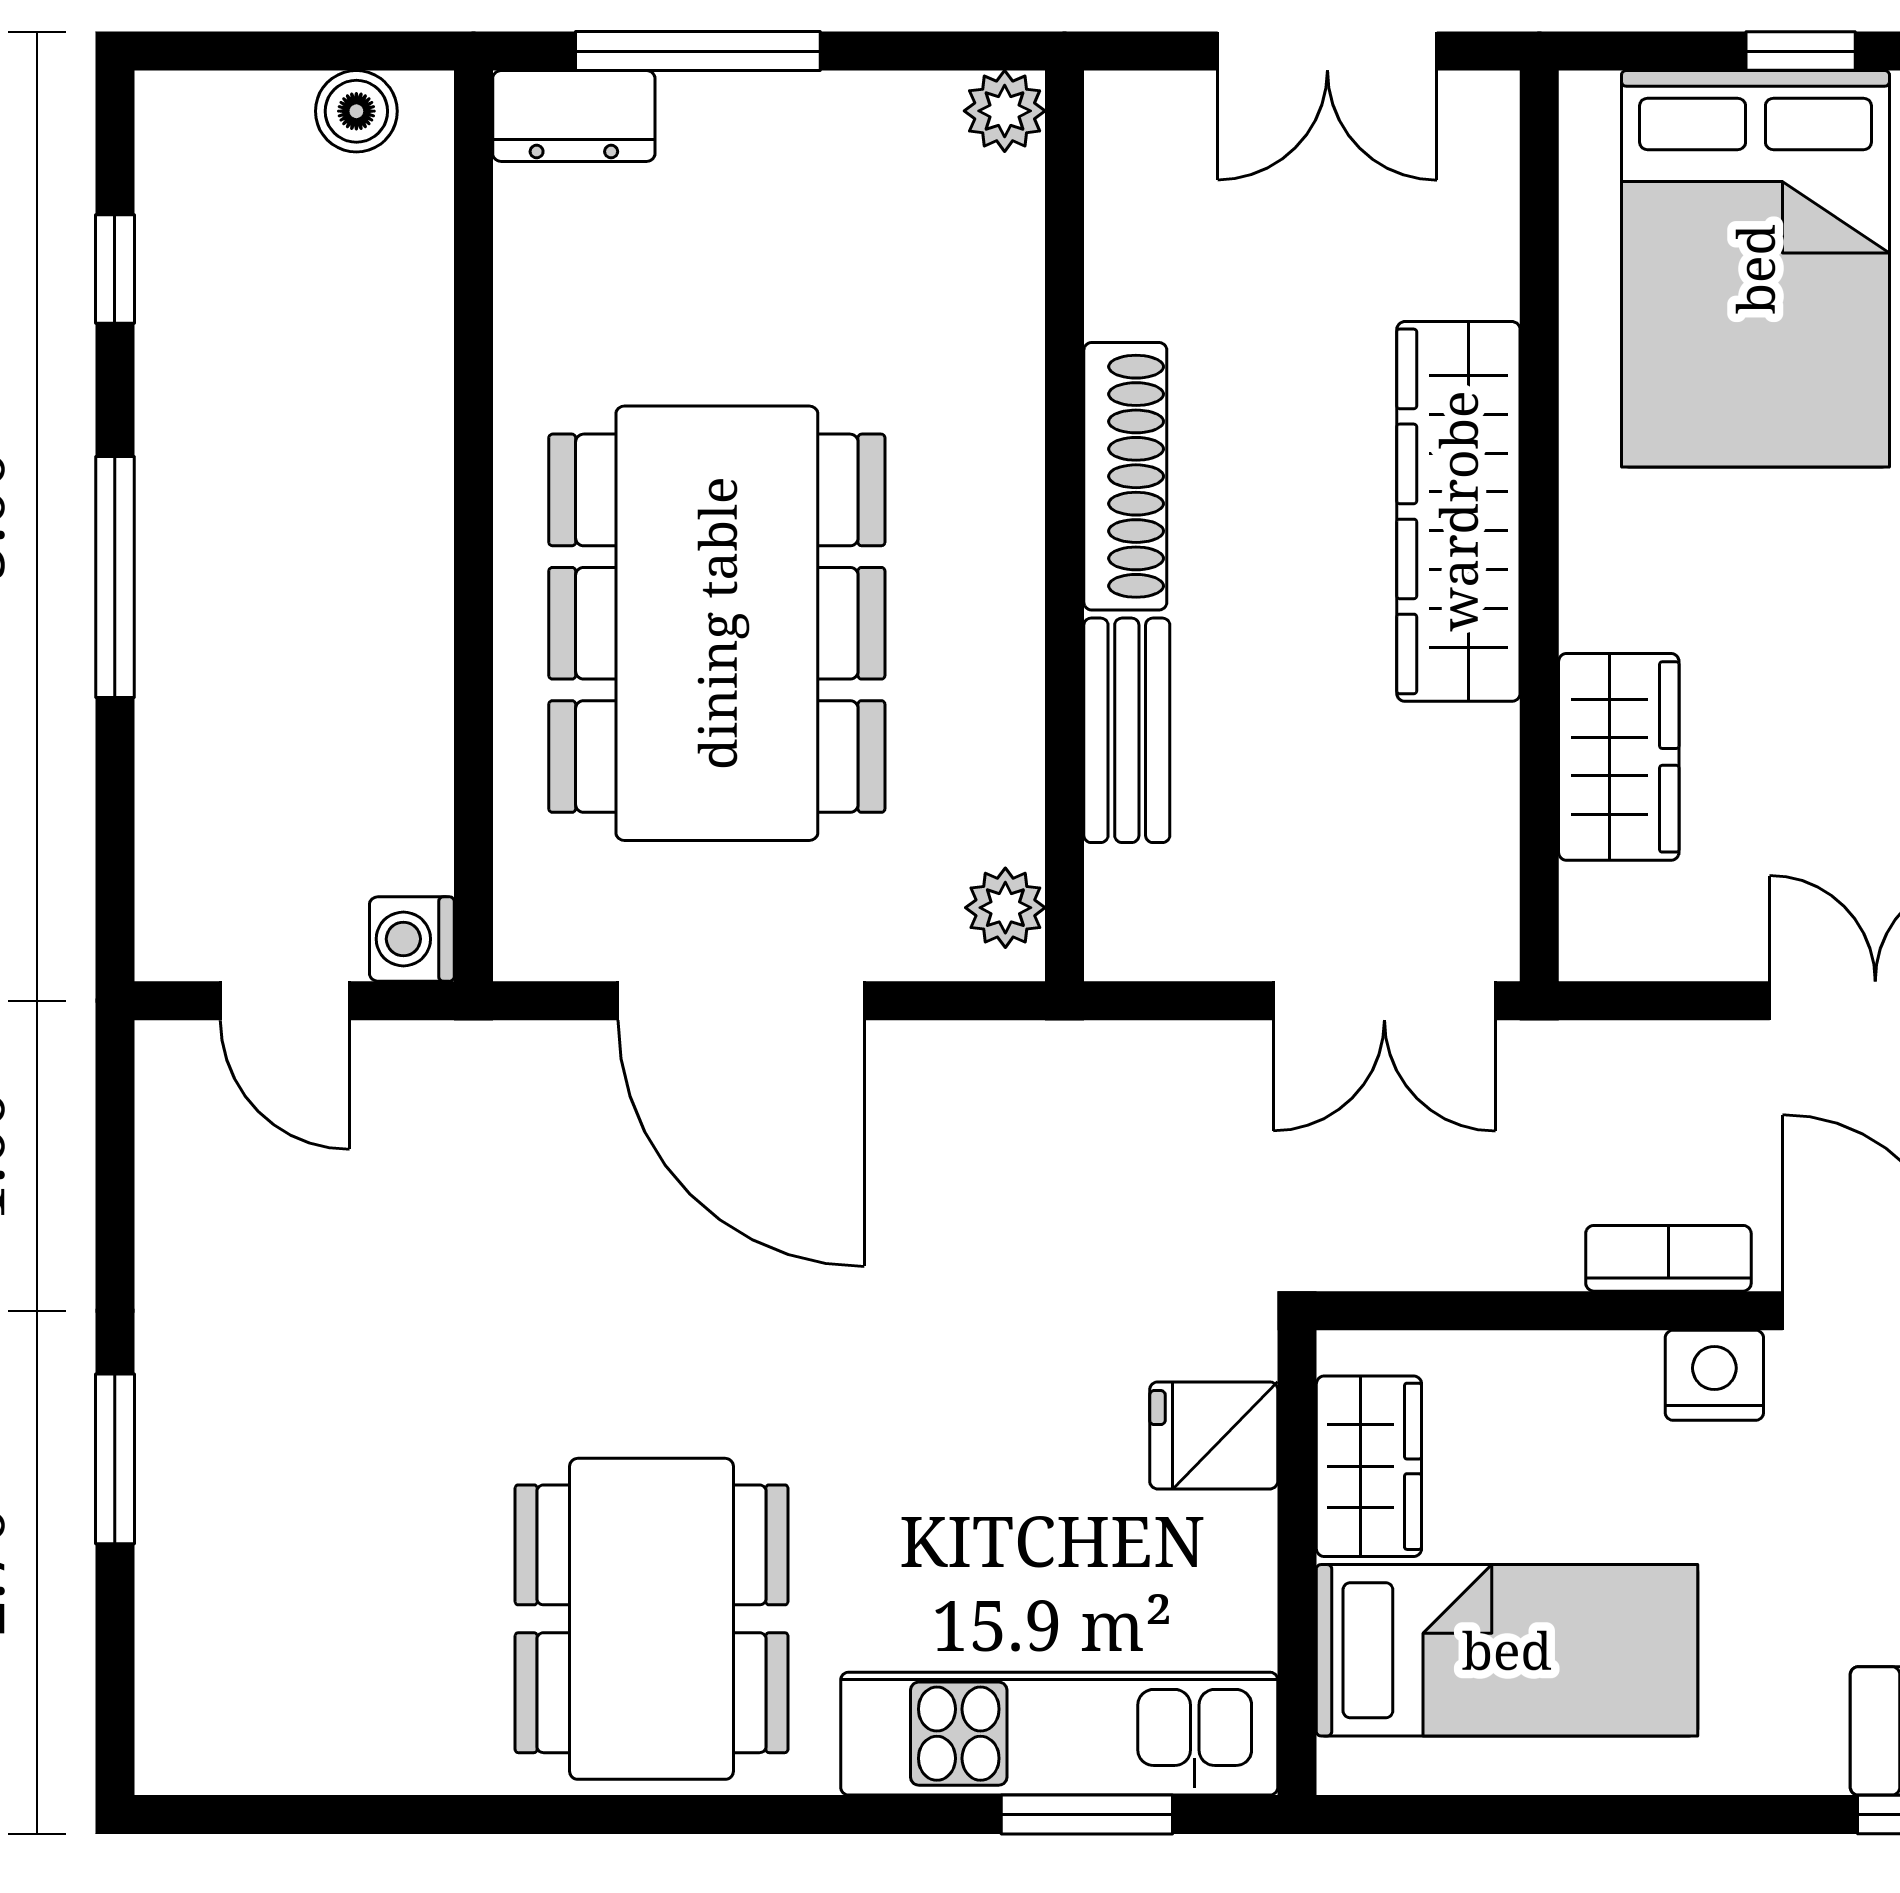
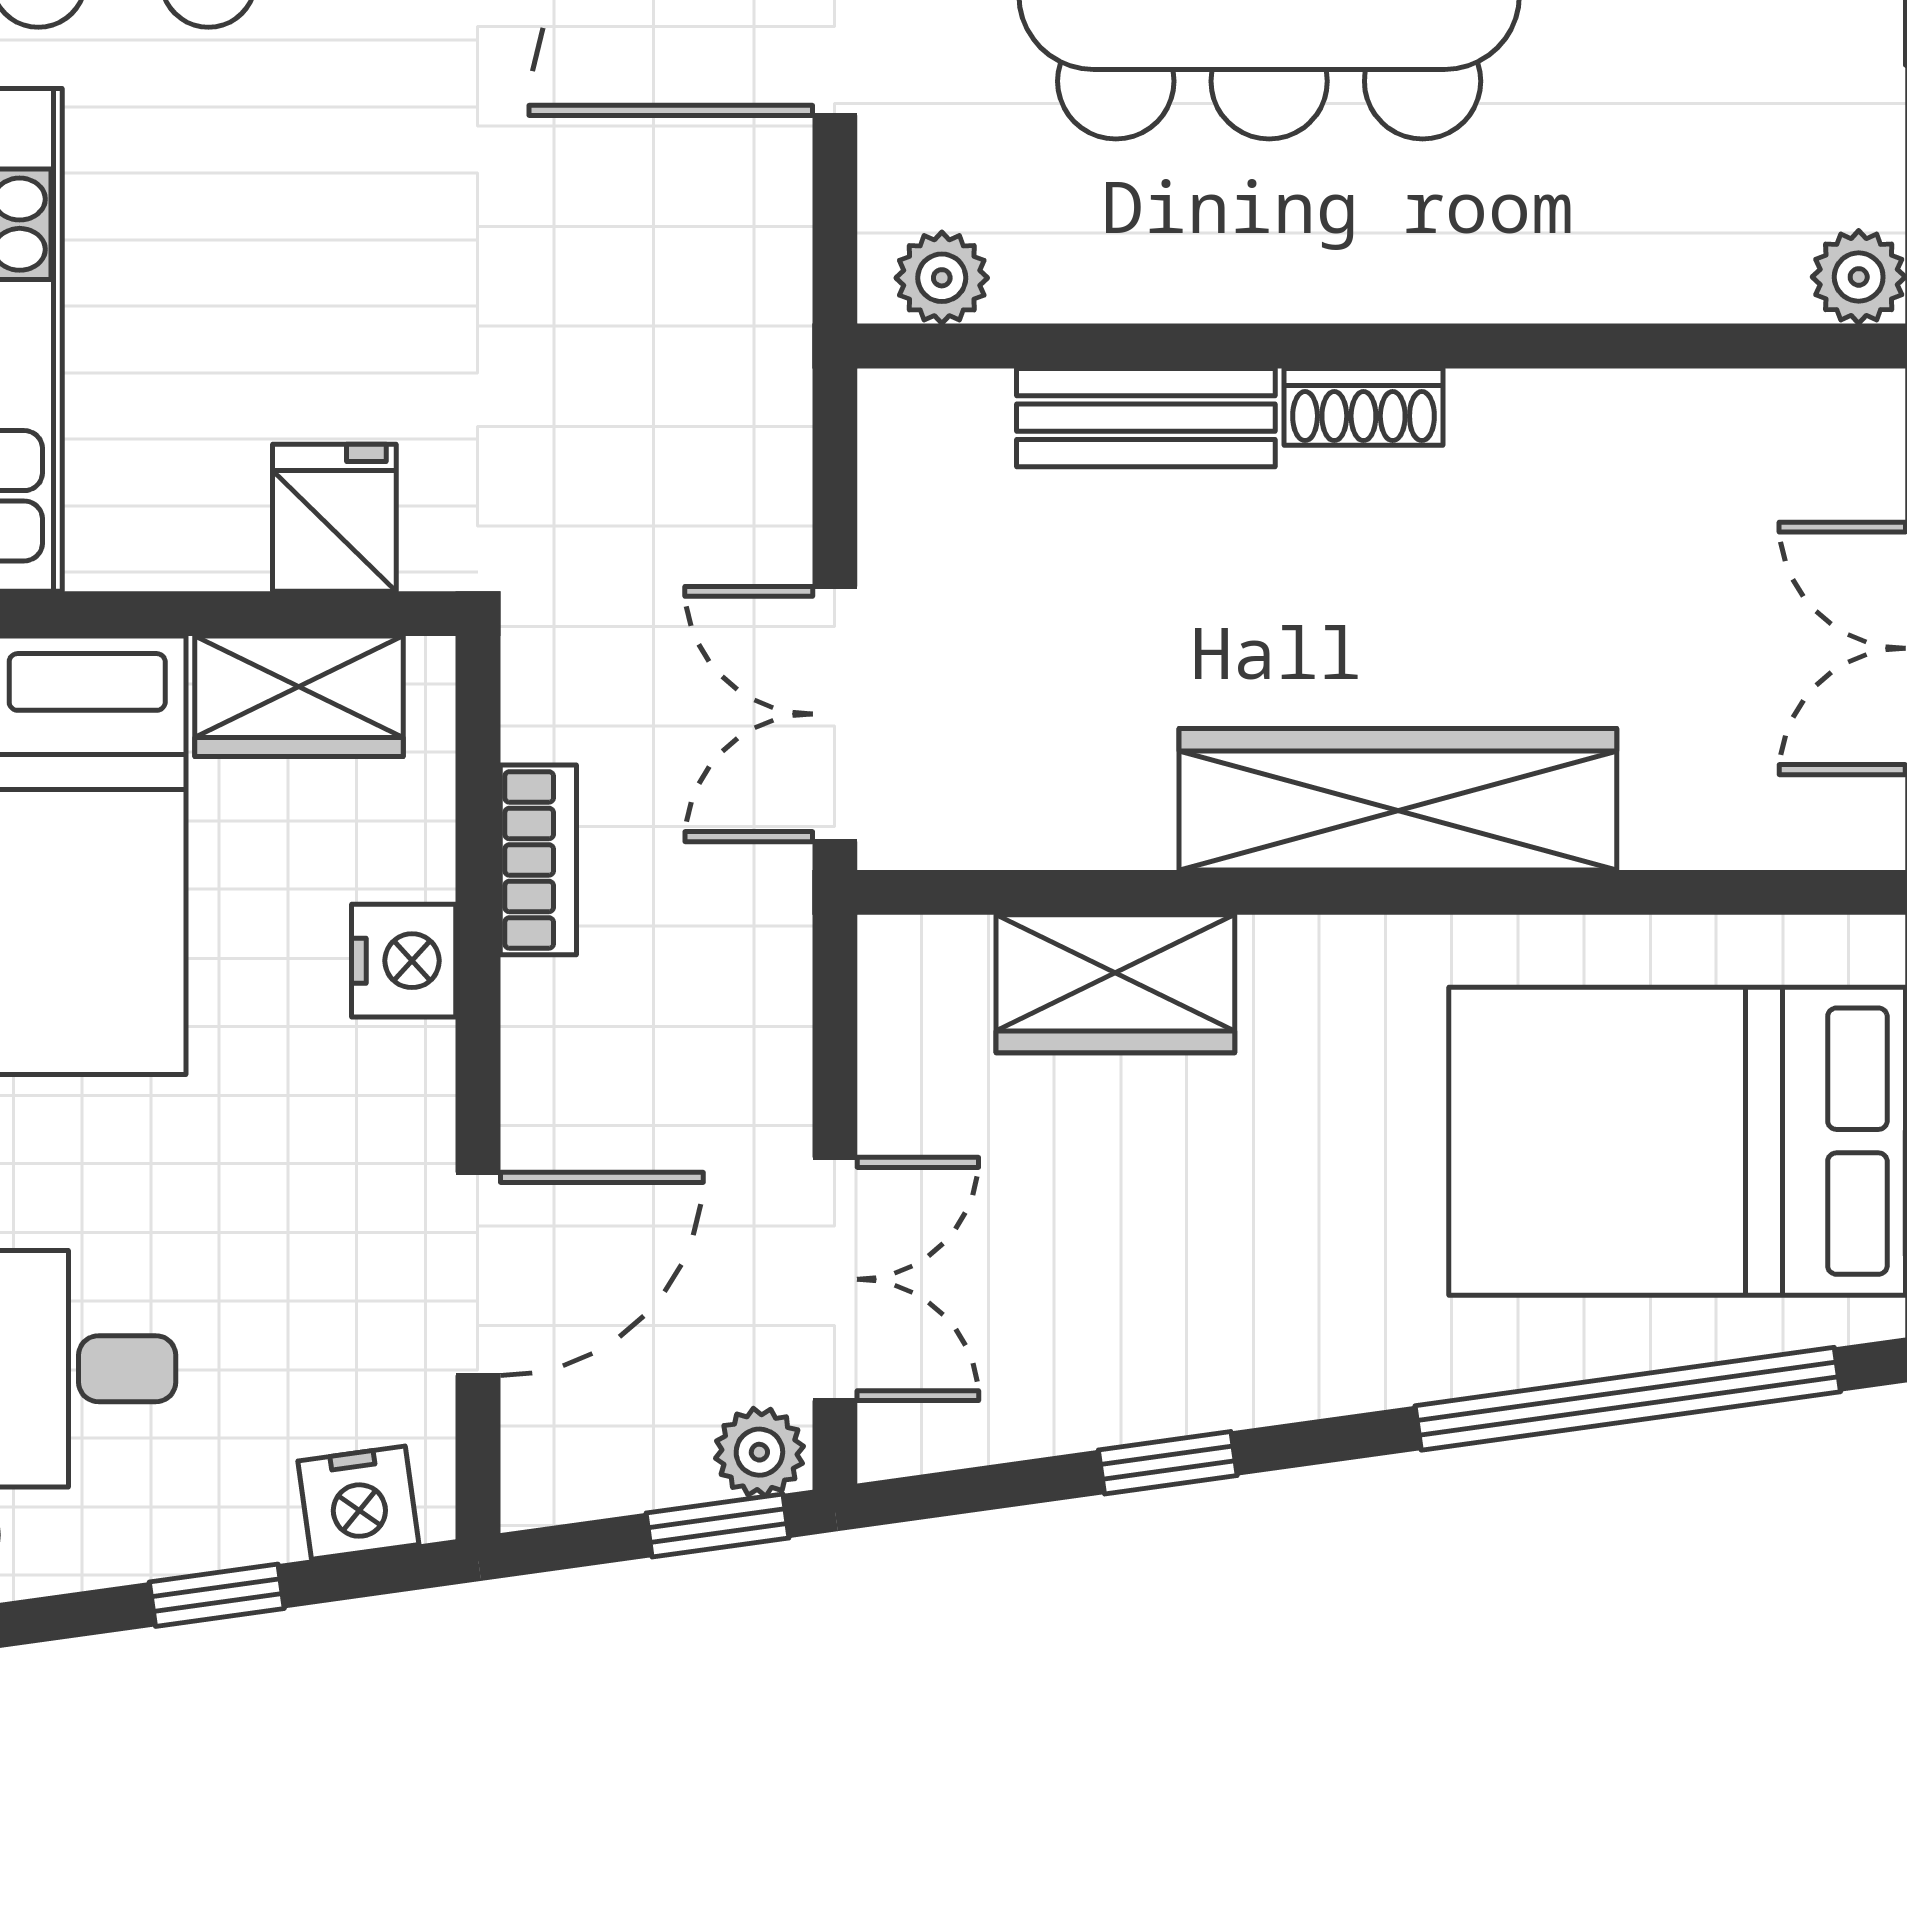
shoe rack: (1125, 476) -> (1363, 407), width x0.51, depth x0.81
bookcase: (1668, 1258) -> (538, 860), moved
nightstand: (1714, 1375) -> (404, 961), moved

